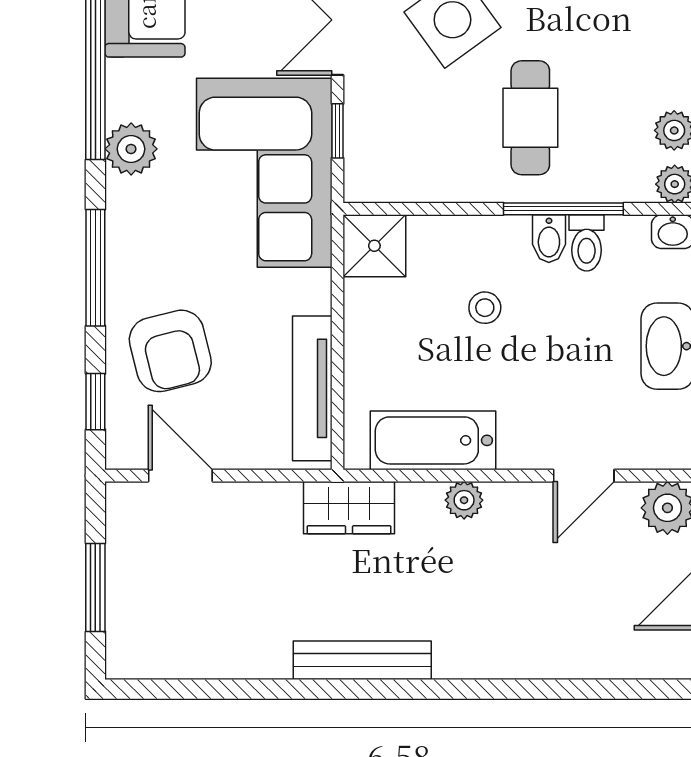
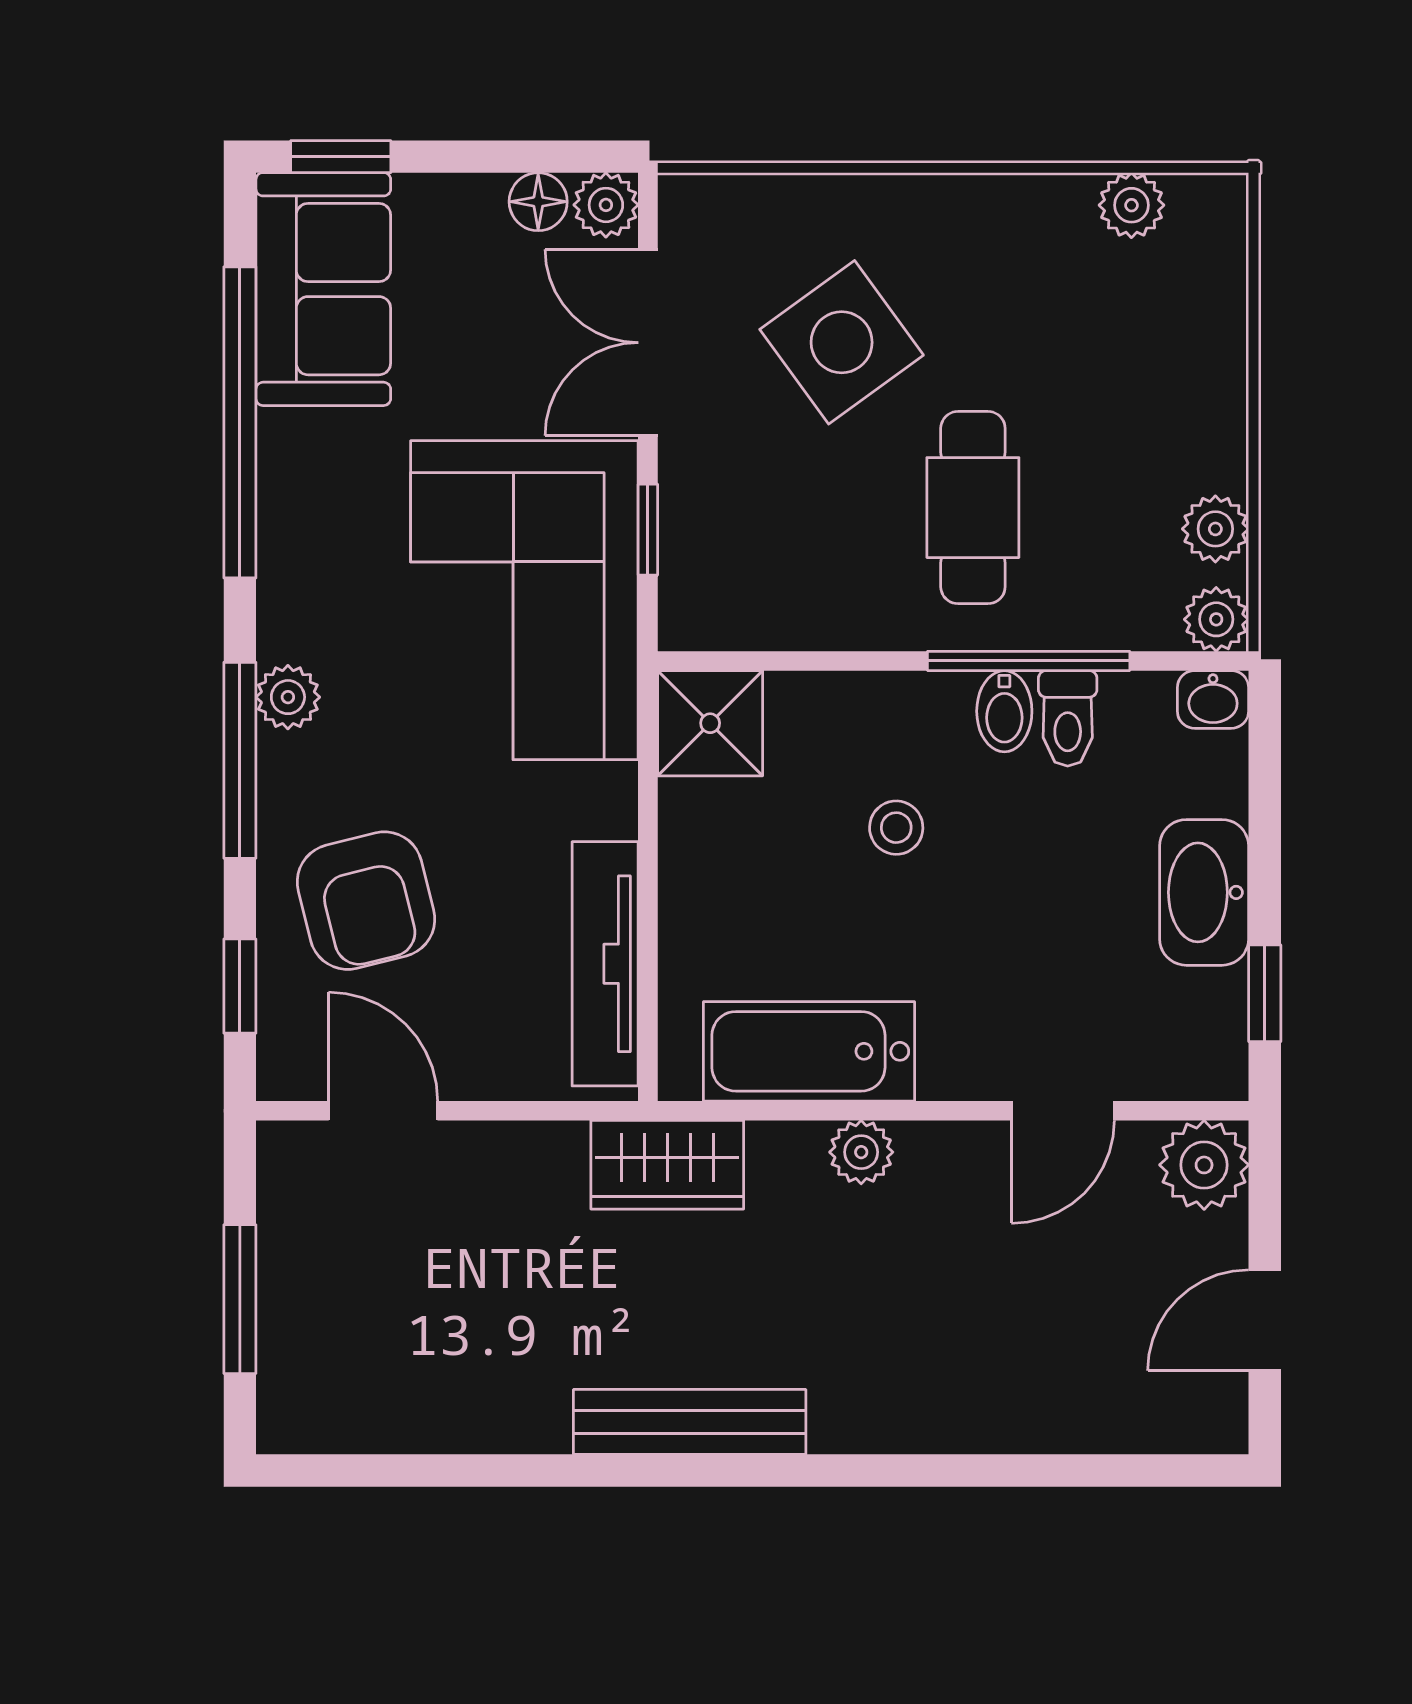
plant: (131, 149) -> (288, 697), moved, width x0.73, depth x0.73

